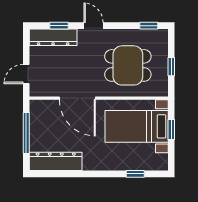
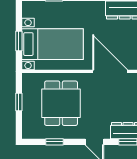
window: (149, 26) -> (54, 142), moved
dining table: (128, 65) -> (61, 103), turned 90

